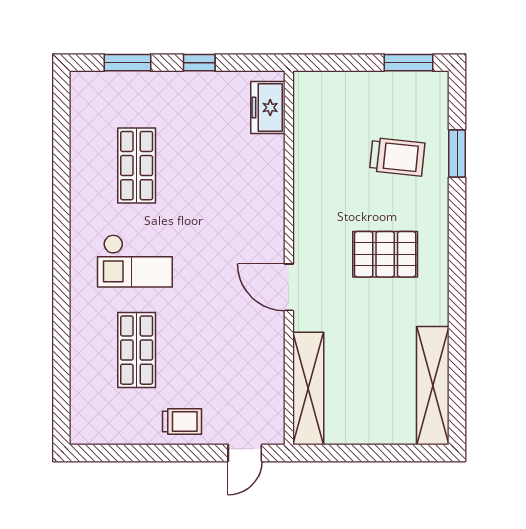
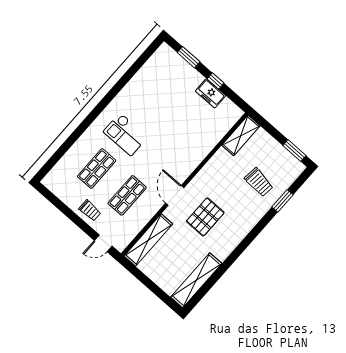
freezer: (268, 107) -> (211, 93), moved, turned -90
shelving: (309, 111) -> (241, 136), added
shop shelf: (137, 166) -> (127, 195), moved
pallet: (385, 254) -> (205, 217), moved, turned 90

